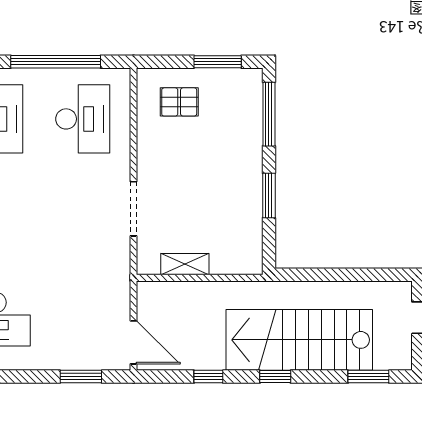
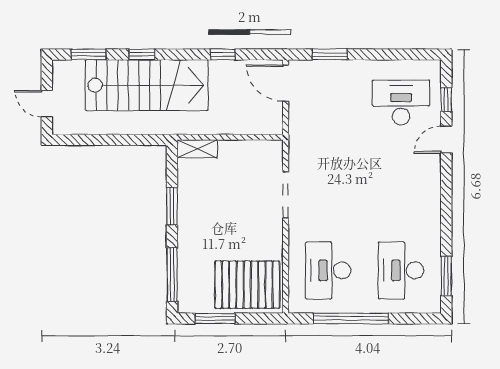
pallet: (179, 102) -> (247, 285), width x2.05, depth x2.00
shelving: (185, 264) -> (197, 149), moved
window: (275, 377) -> (142, 54), moved

